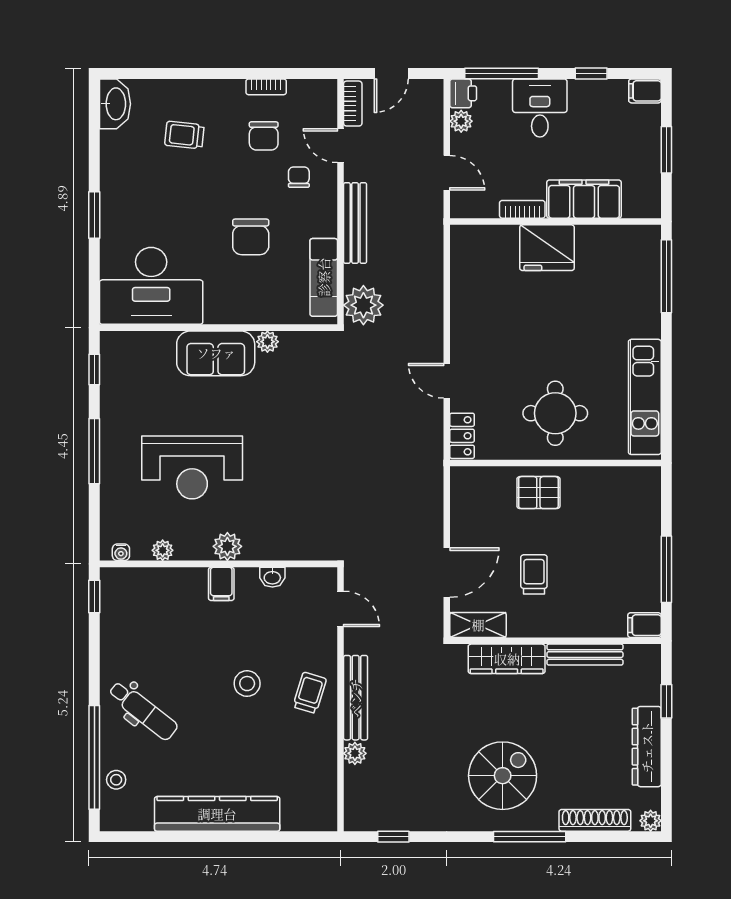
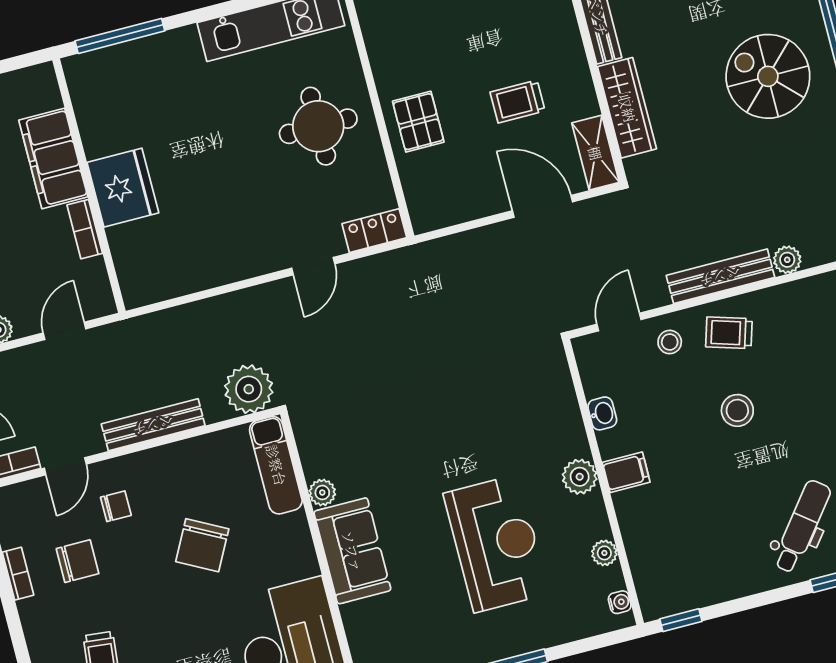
chair: (299, 177) -> (116, 506), turned 180
chair: (251, 237) -> (202, 545), turned 118
exam couch: (324, 277) -> (276, 465), moved, turned 90
stool: (314, 644) -> (670, 342), added

